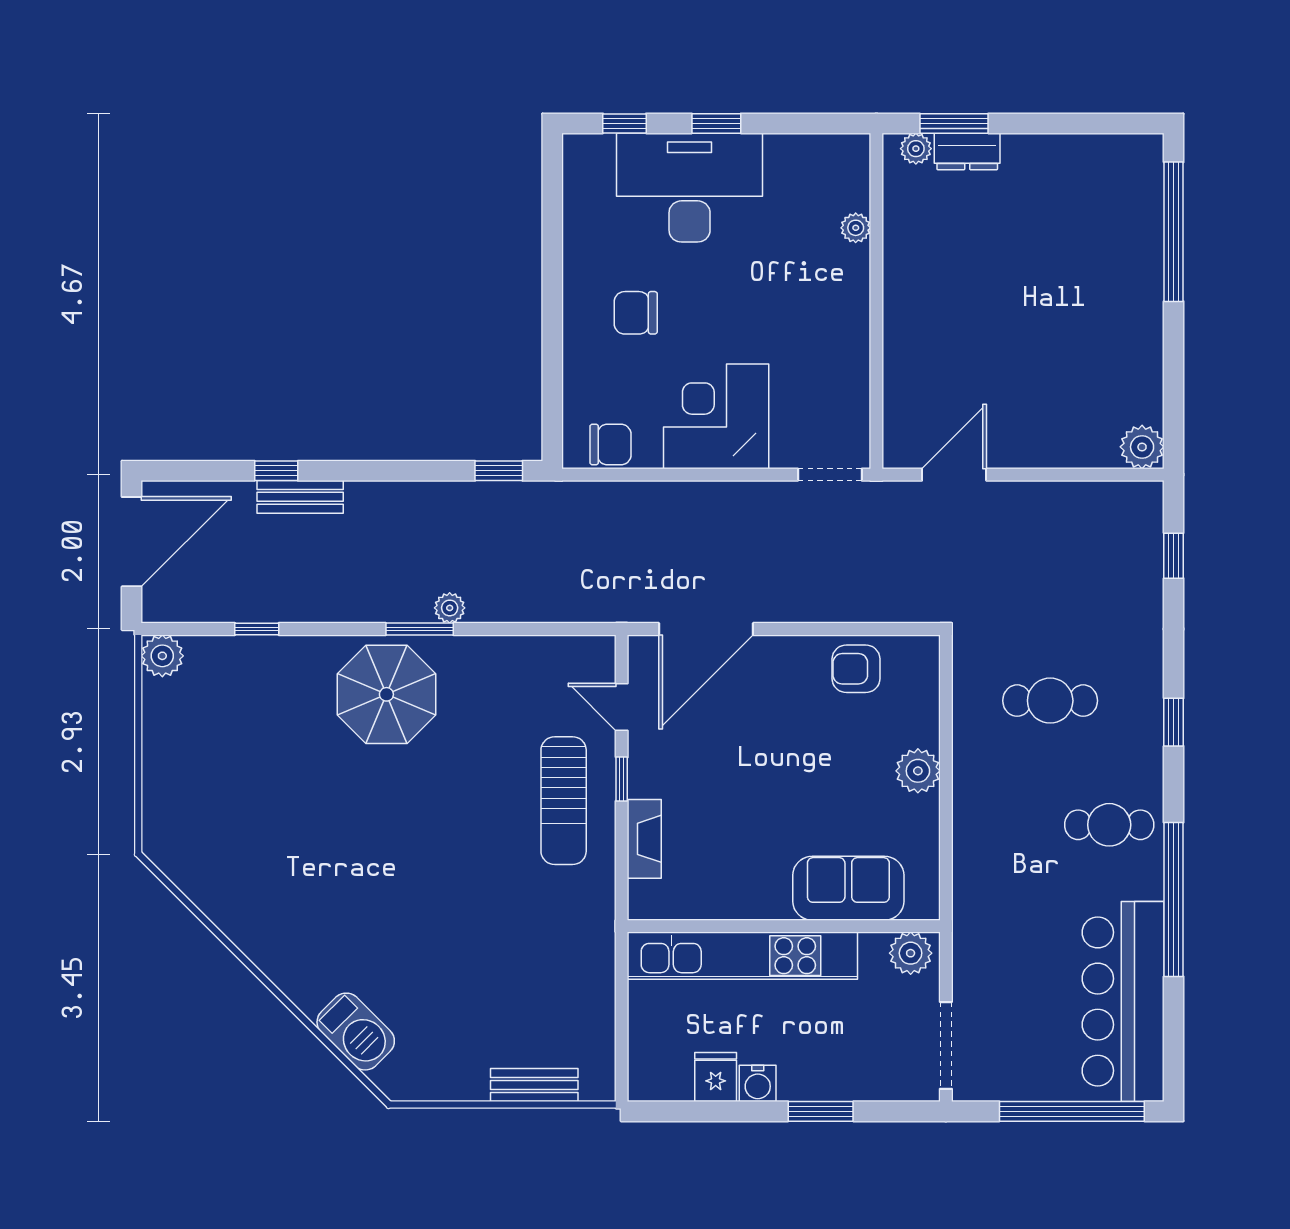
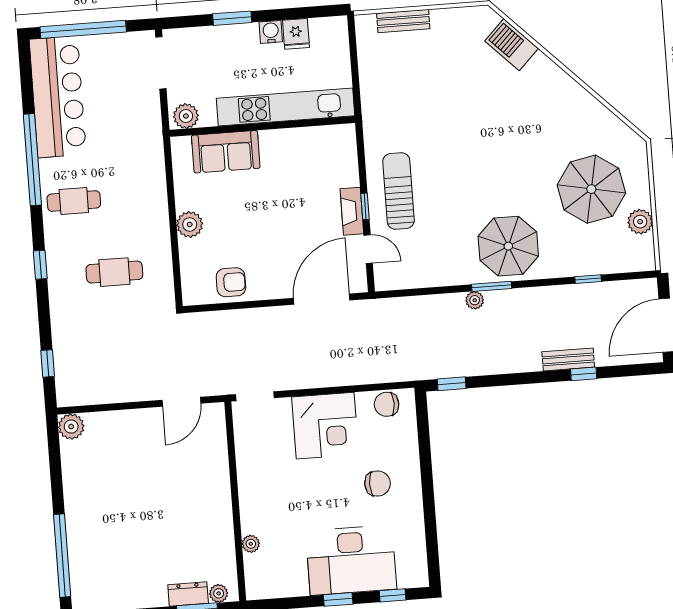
plant: (162, 656) -> (640, 222), moved
parasol: (240, 780) -> (591, 189), added
fireplace: (644, 839) -> (352, 211), moved

